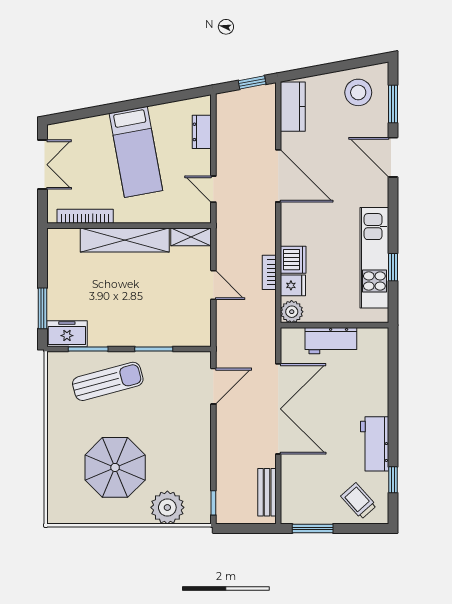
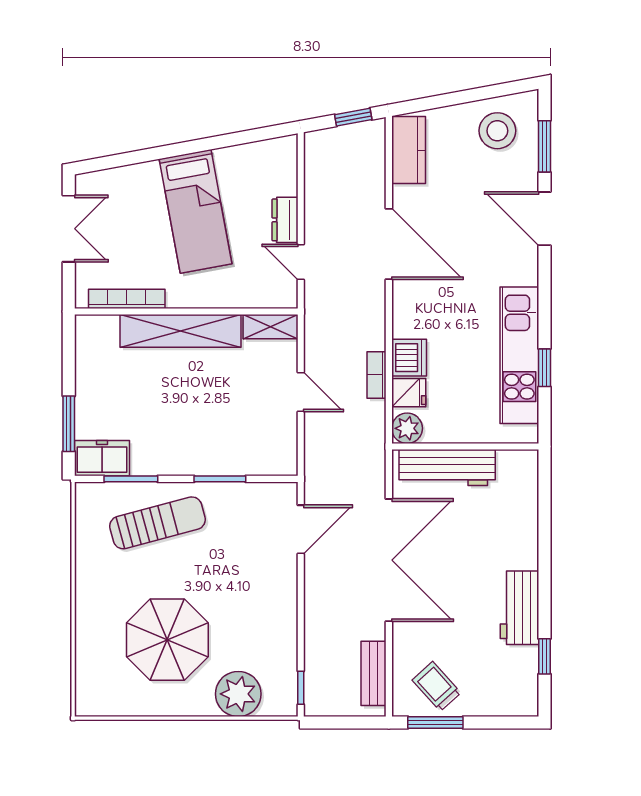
dresser: (202, 132) -> (285, 220), moved
workbench: (331, 341) -> (447, 467), width x1.37
trolley: (359, 501) -> (436, 686), moved

